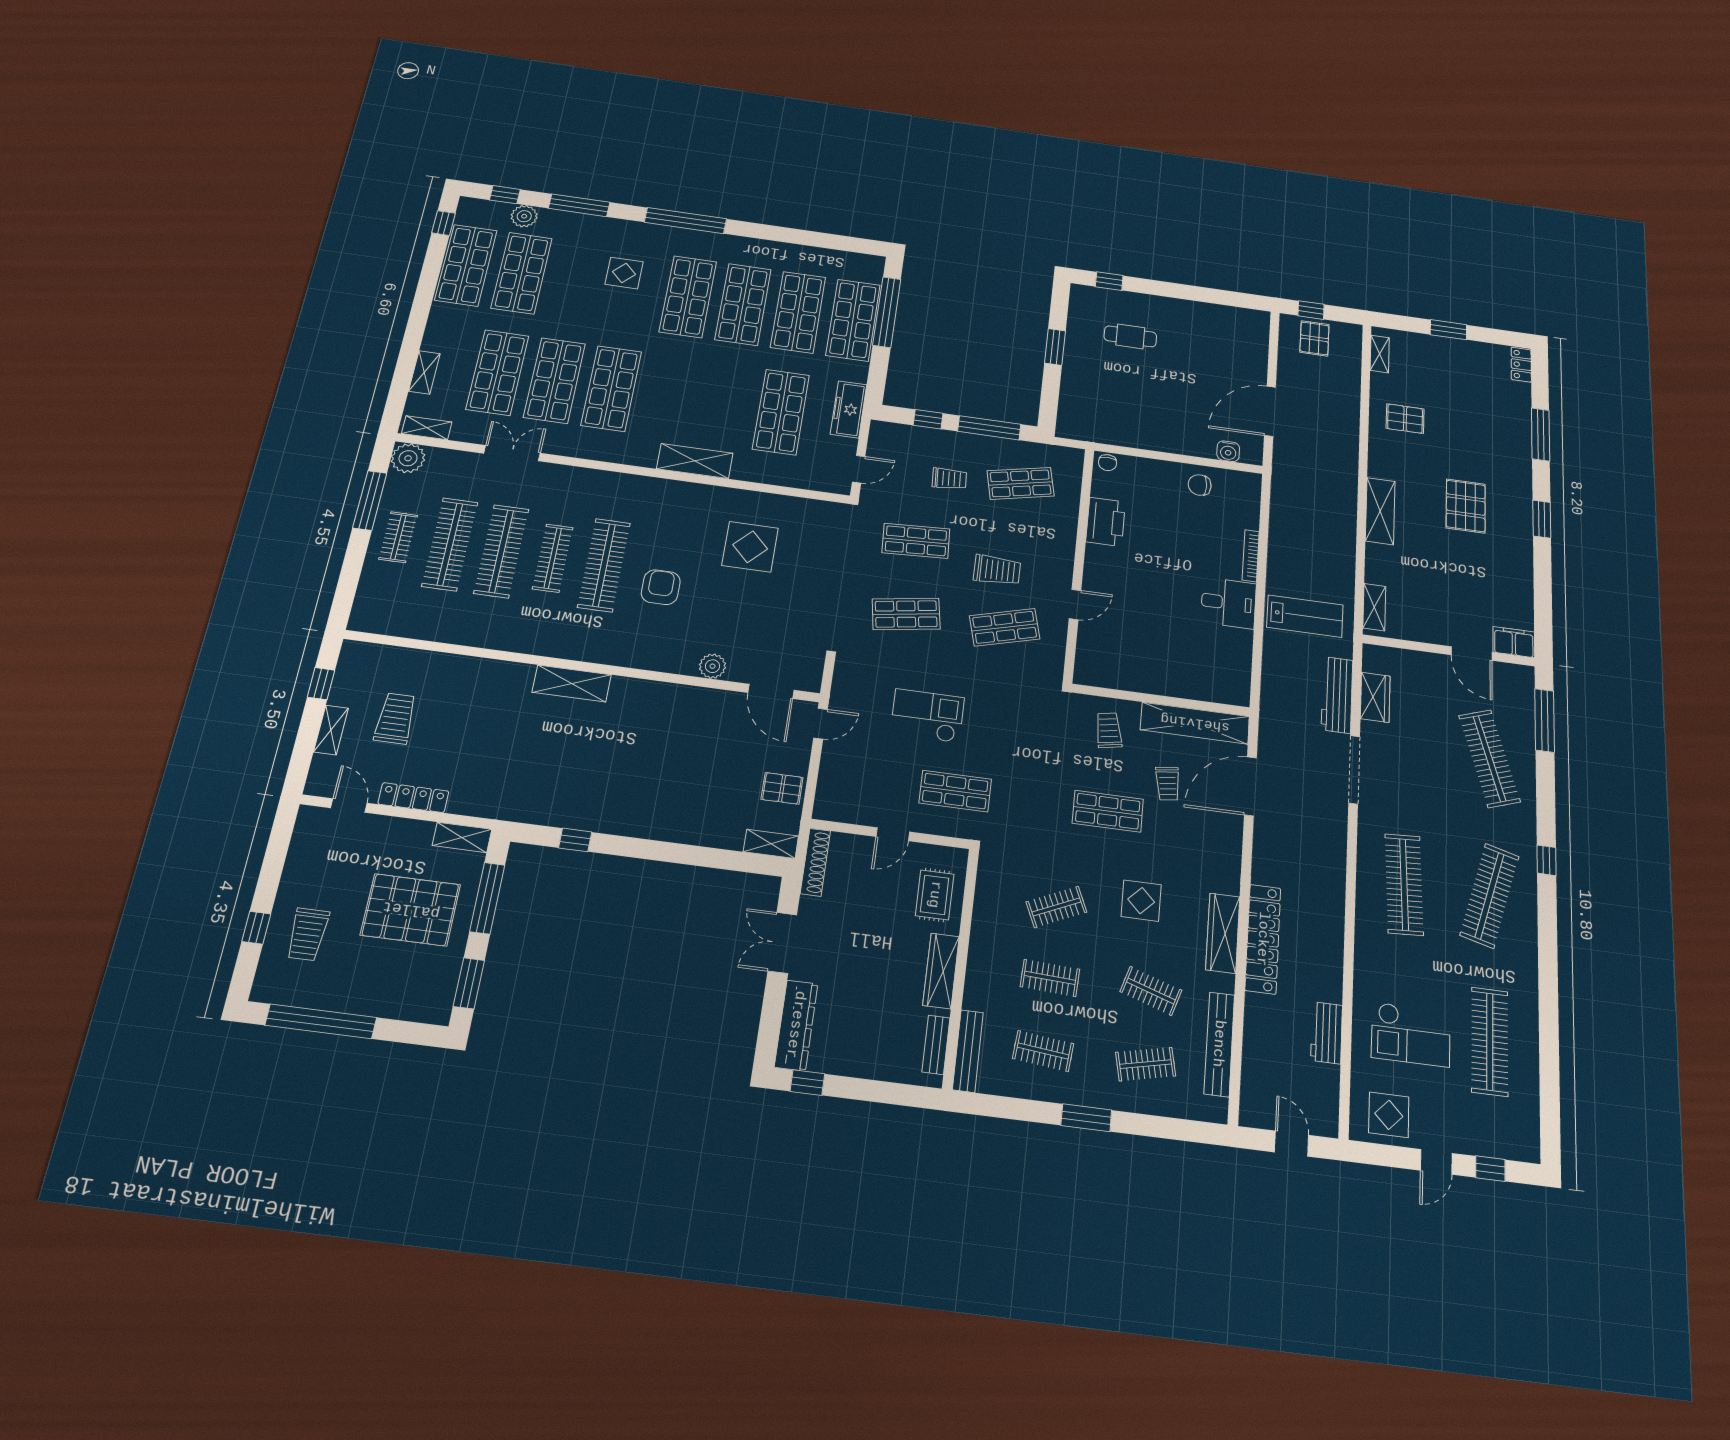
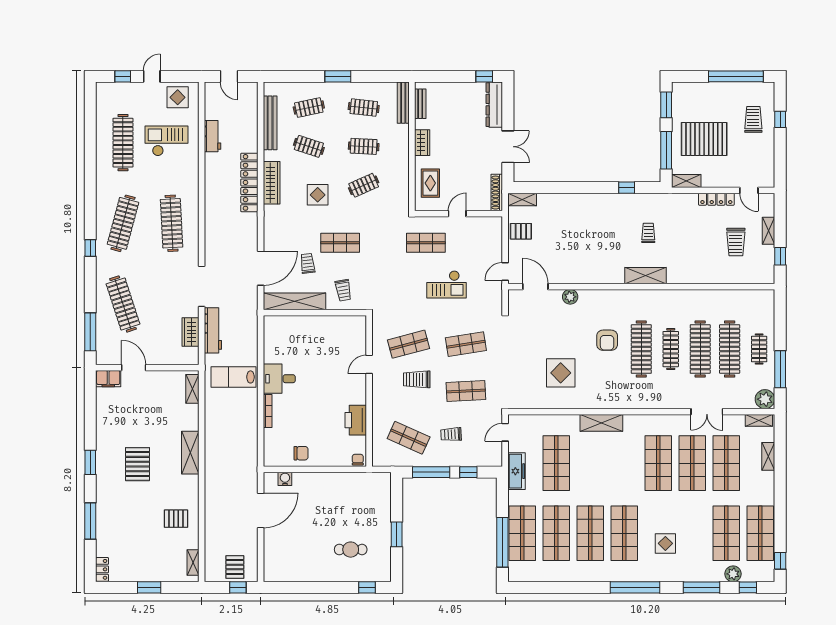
shop shelf: (1021, 483) -> (409, 438), turned 36
trolley: (552, 755) -> (648, 233), added
wardrobe: (941, 971) -> (422, 143), width x0.67

